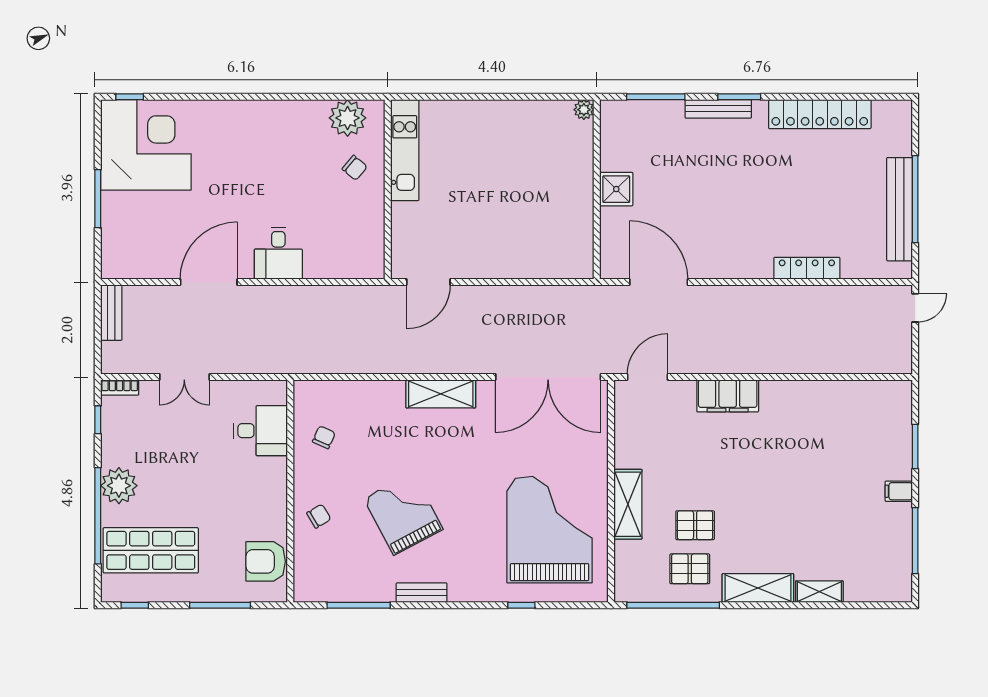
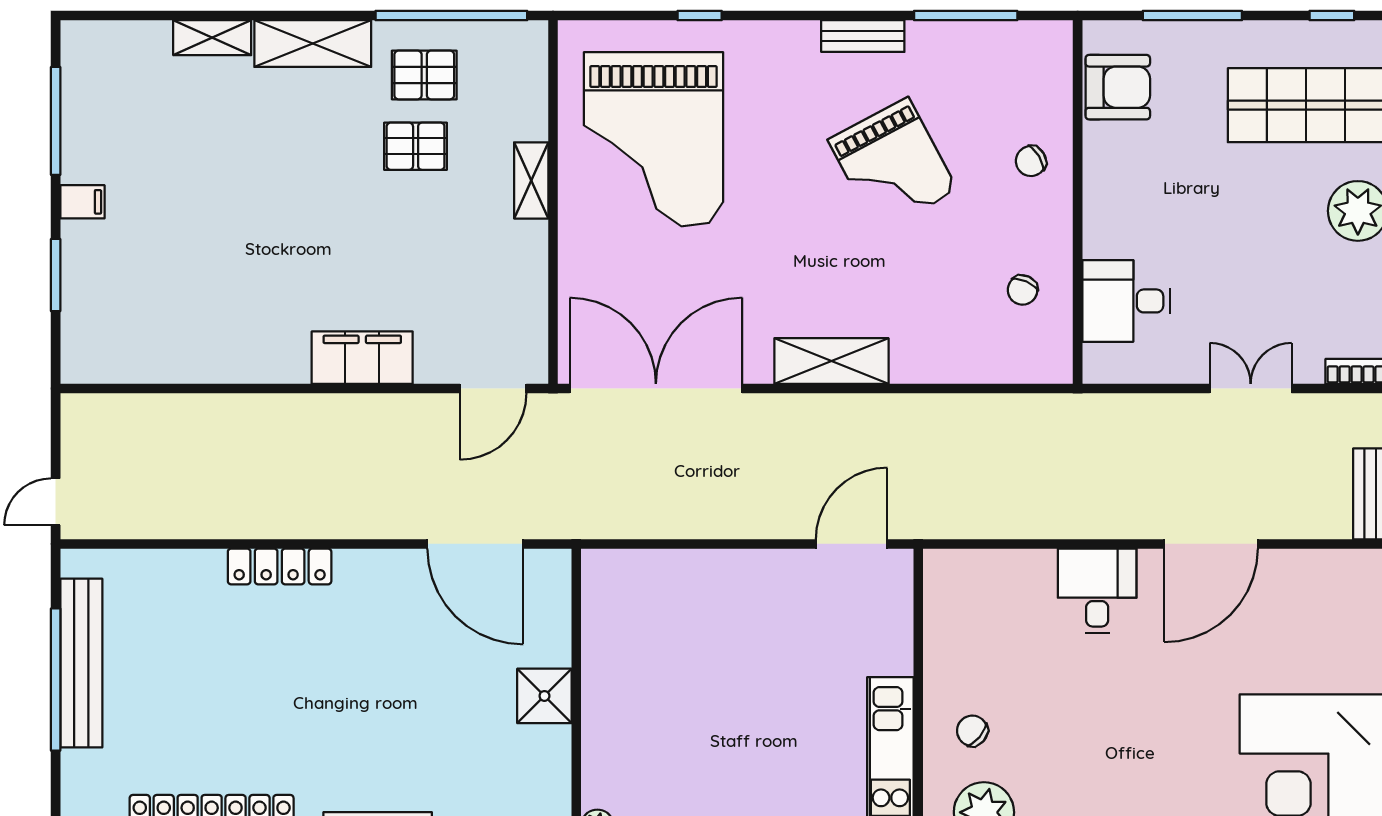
locker: (807, 268) -> (280, 566), moved
shelving: (628, 504) -> (531, 180), width x0.67, depth x0.75

